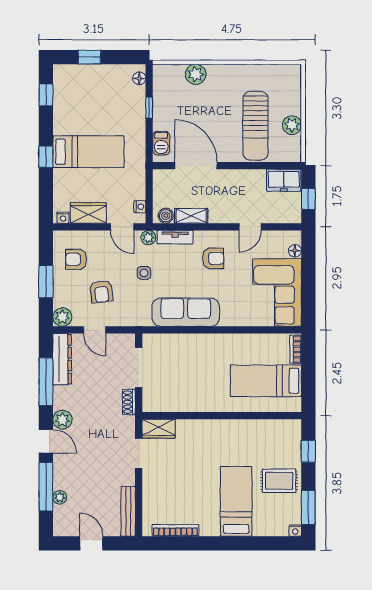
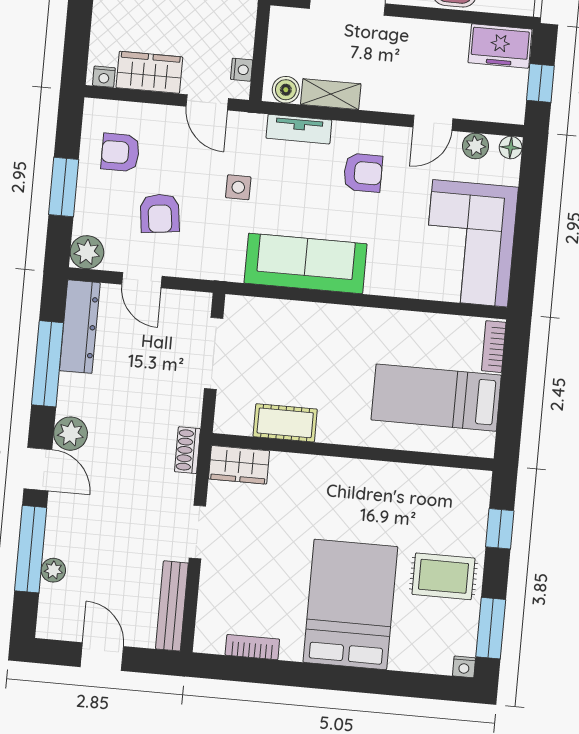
plant: (148, 238) -> (475, 146), moved
floor lamp: (295, 251) -> (511, 148), moved
shoe rack: (129, 402) -> (187, 450), moved
cot: (182, 403) -> (285, 423), added
doorway: (139, 453) -> (197, 532), moved
bed: (236, 501) -> (350, 604), width x1.50
bookcase: (175, 530) -> (252, 647), width x0.64

